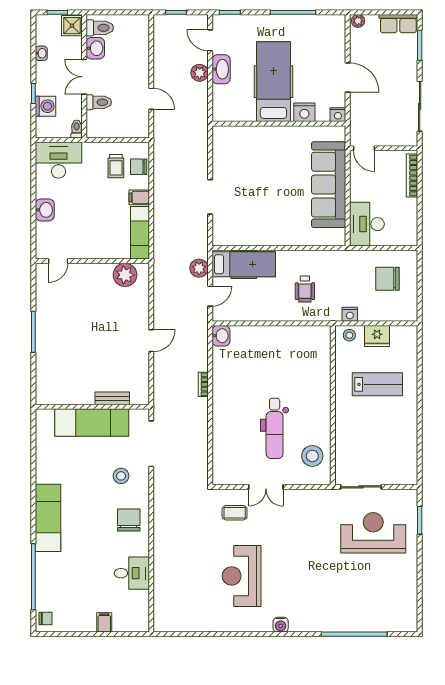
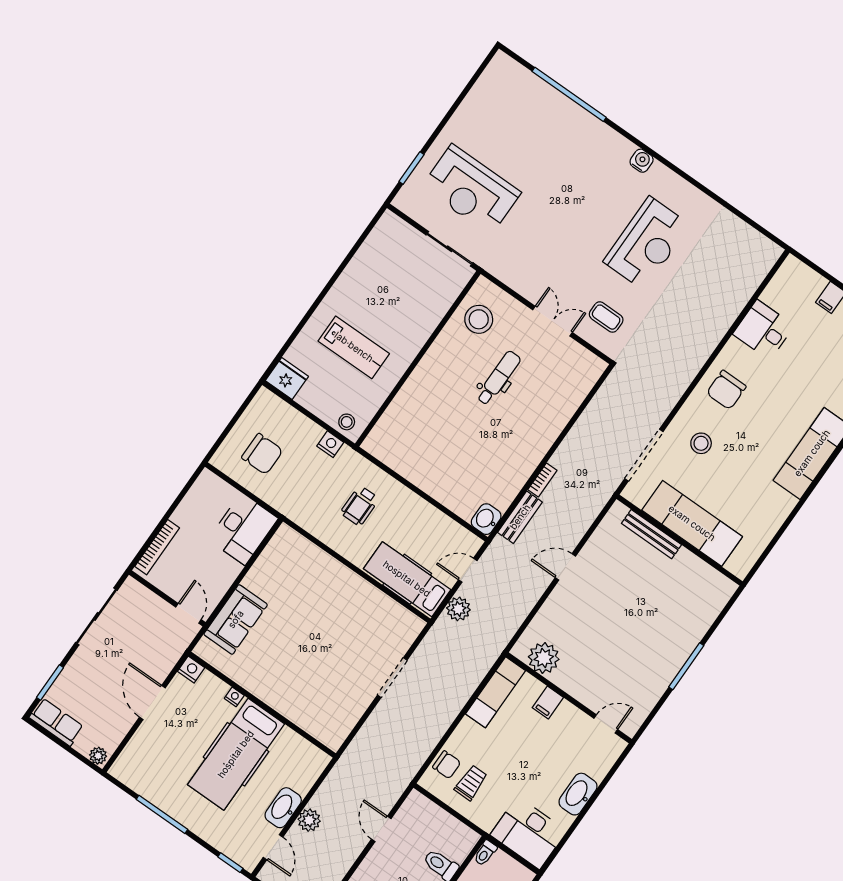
nightstand: (304, 112) -> (234, 697), width x0.53, depth x0.56
sofa: (329, 185) -> (236, 619), width x0.54, depth x0.79
filing cabinet: (139, 197) -> (548, 703), moved, turned 90
washbasin: (45, 210) -> (578, 794), width x1.38
wheelchair: (305, 289) -> (360, 506), turned 180
fridge: (377, 336) -> (287, 379), moved
bench: (201, 352) -> (520, 517), added
lab bench: (377, 384) -> (354, 347), turned 180
bench: (112, 398) -> (651, 534), width x1.36
dental chair: (275, 428) -> (499, 378), width x0.73, depth x0.72

